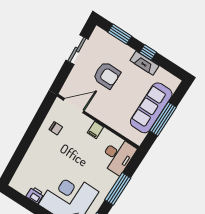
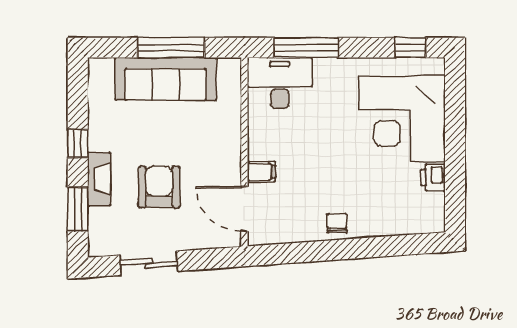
fireplace: (144, 63) -> (99, 179), moved
chair: (56, 128) -> (337, 223), moved
filing cabinet: (95, 130) -> (261, 172), moved
window: (118, 189) -> (306, 48), moved

